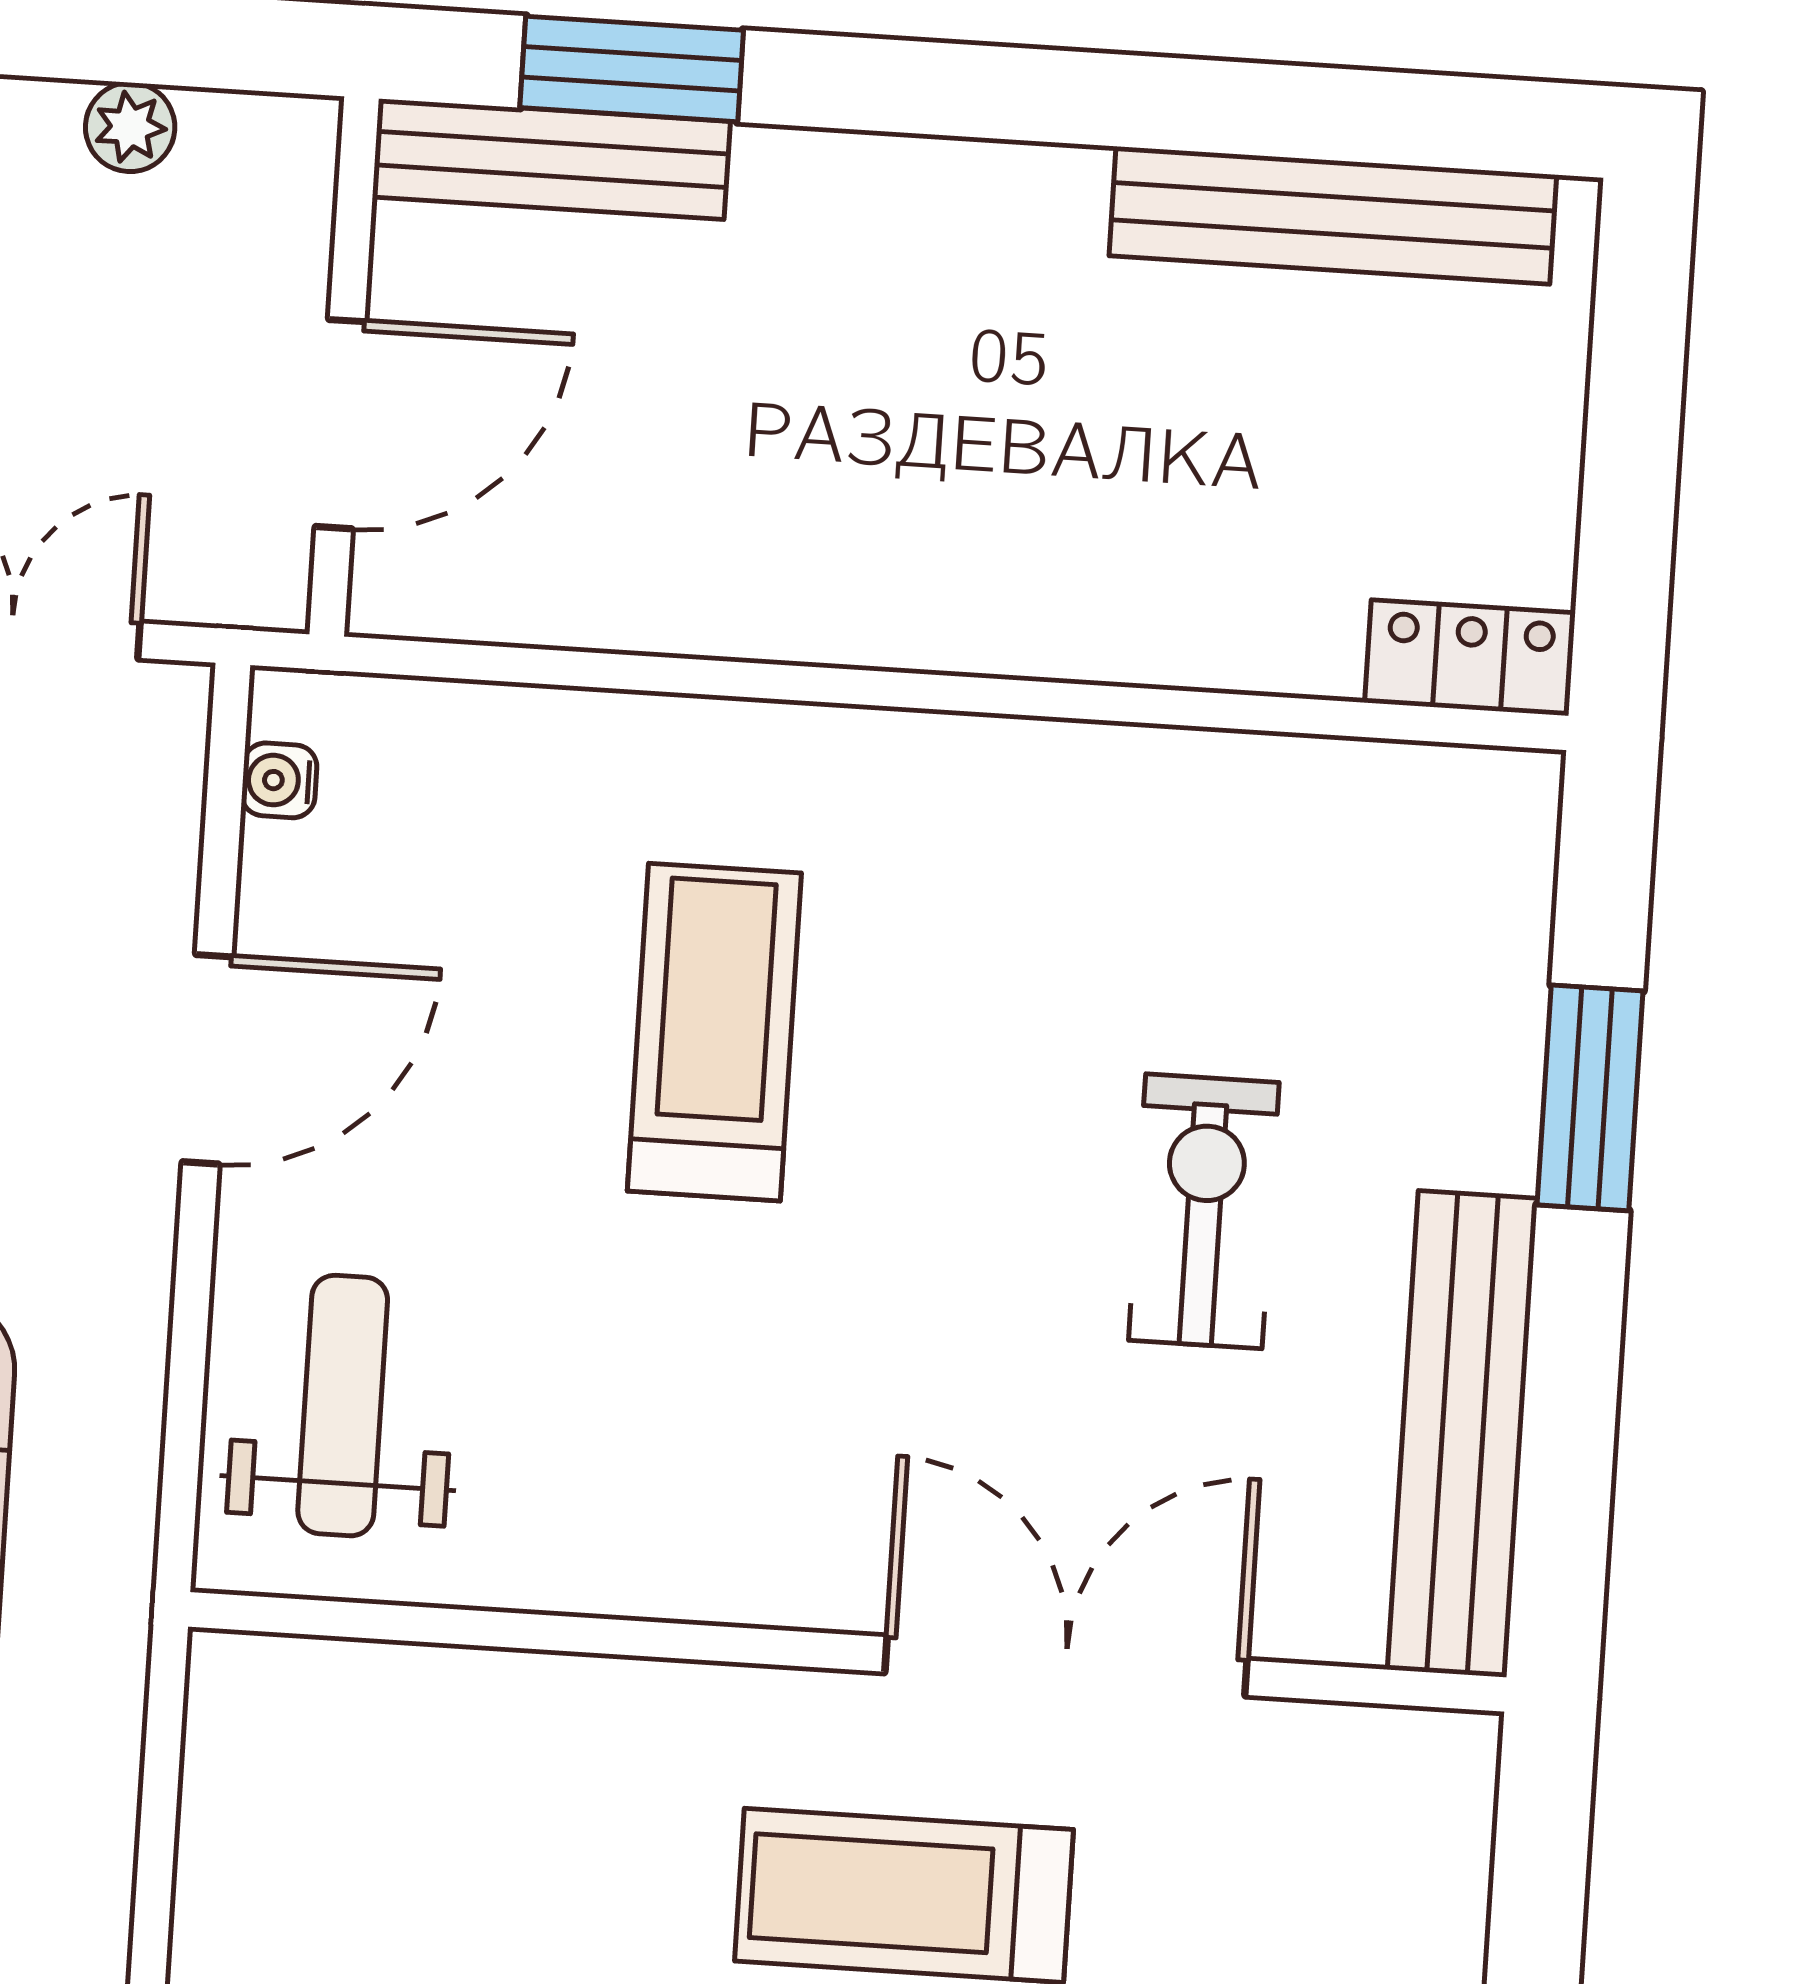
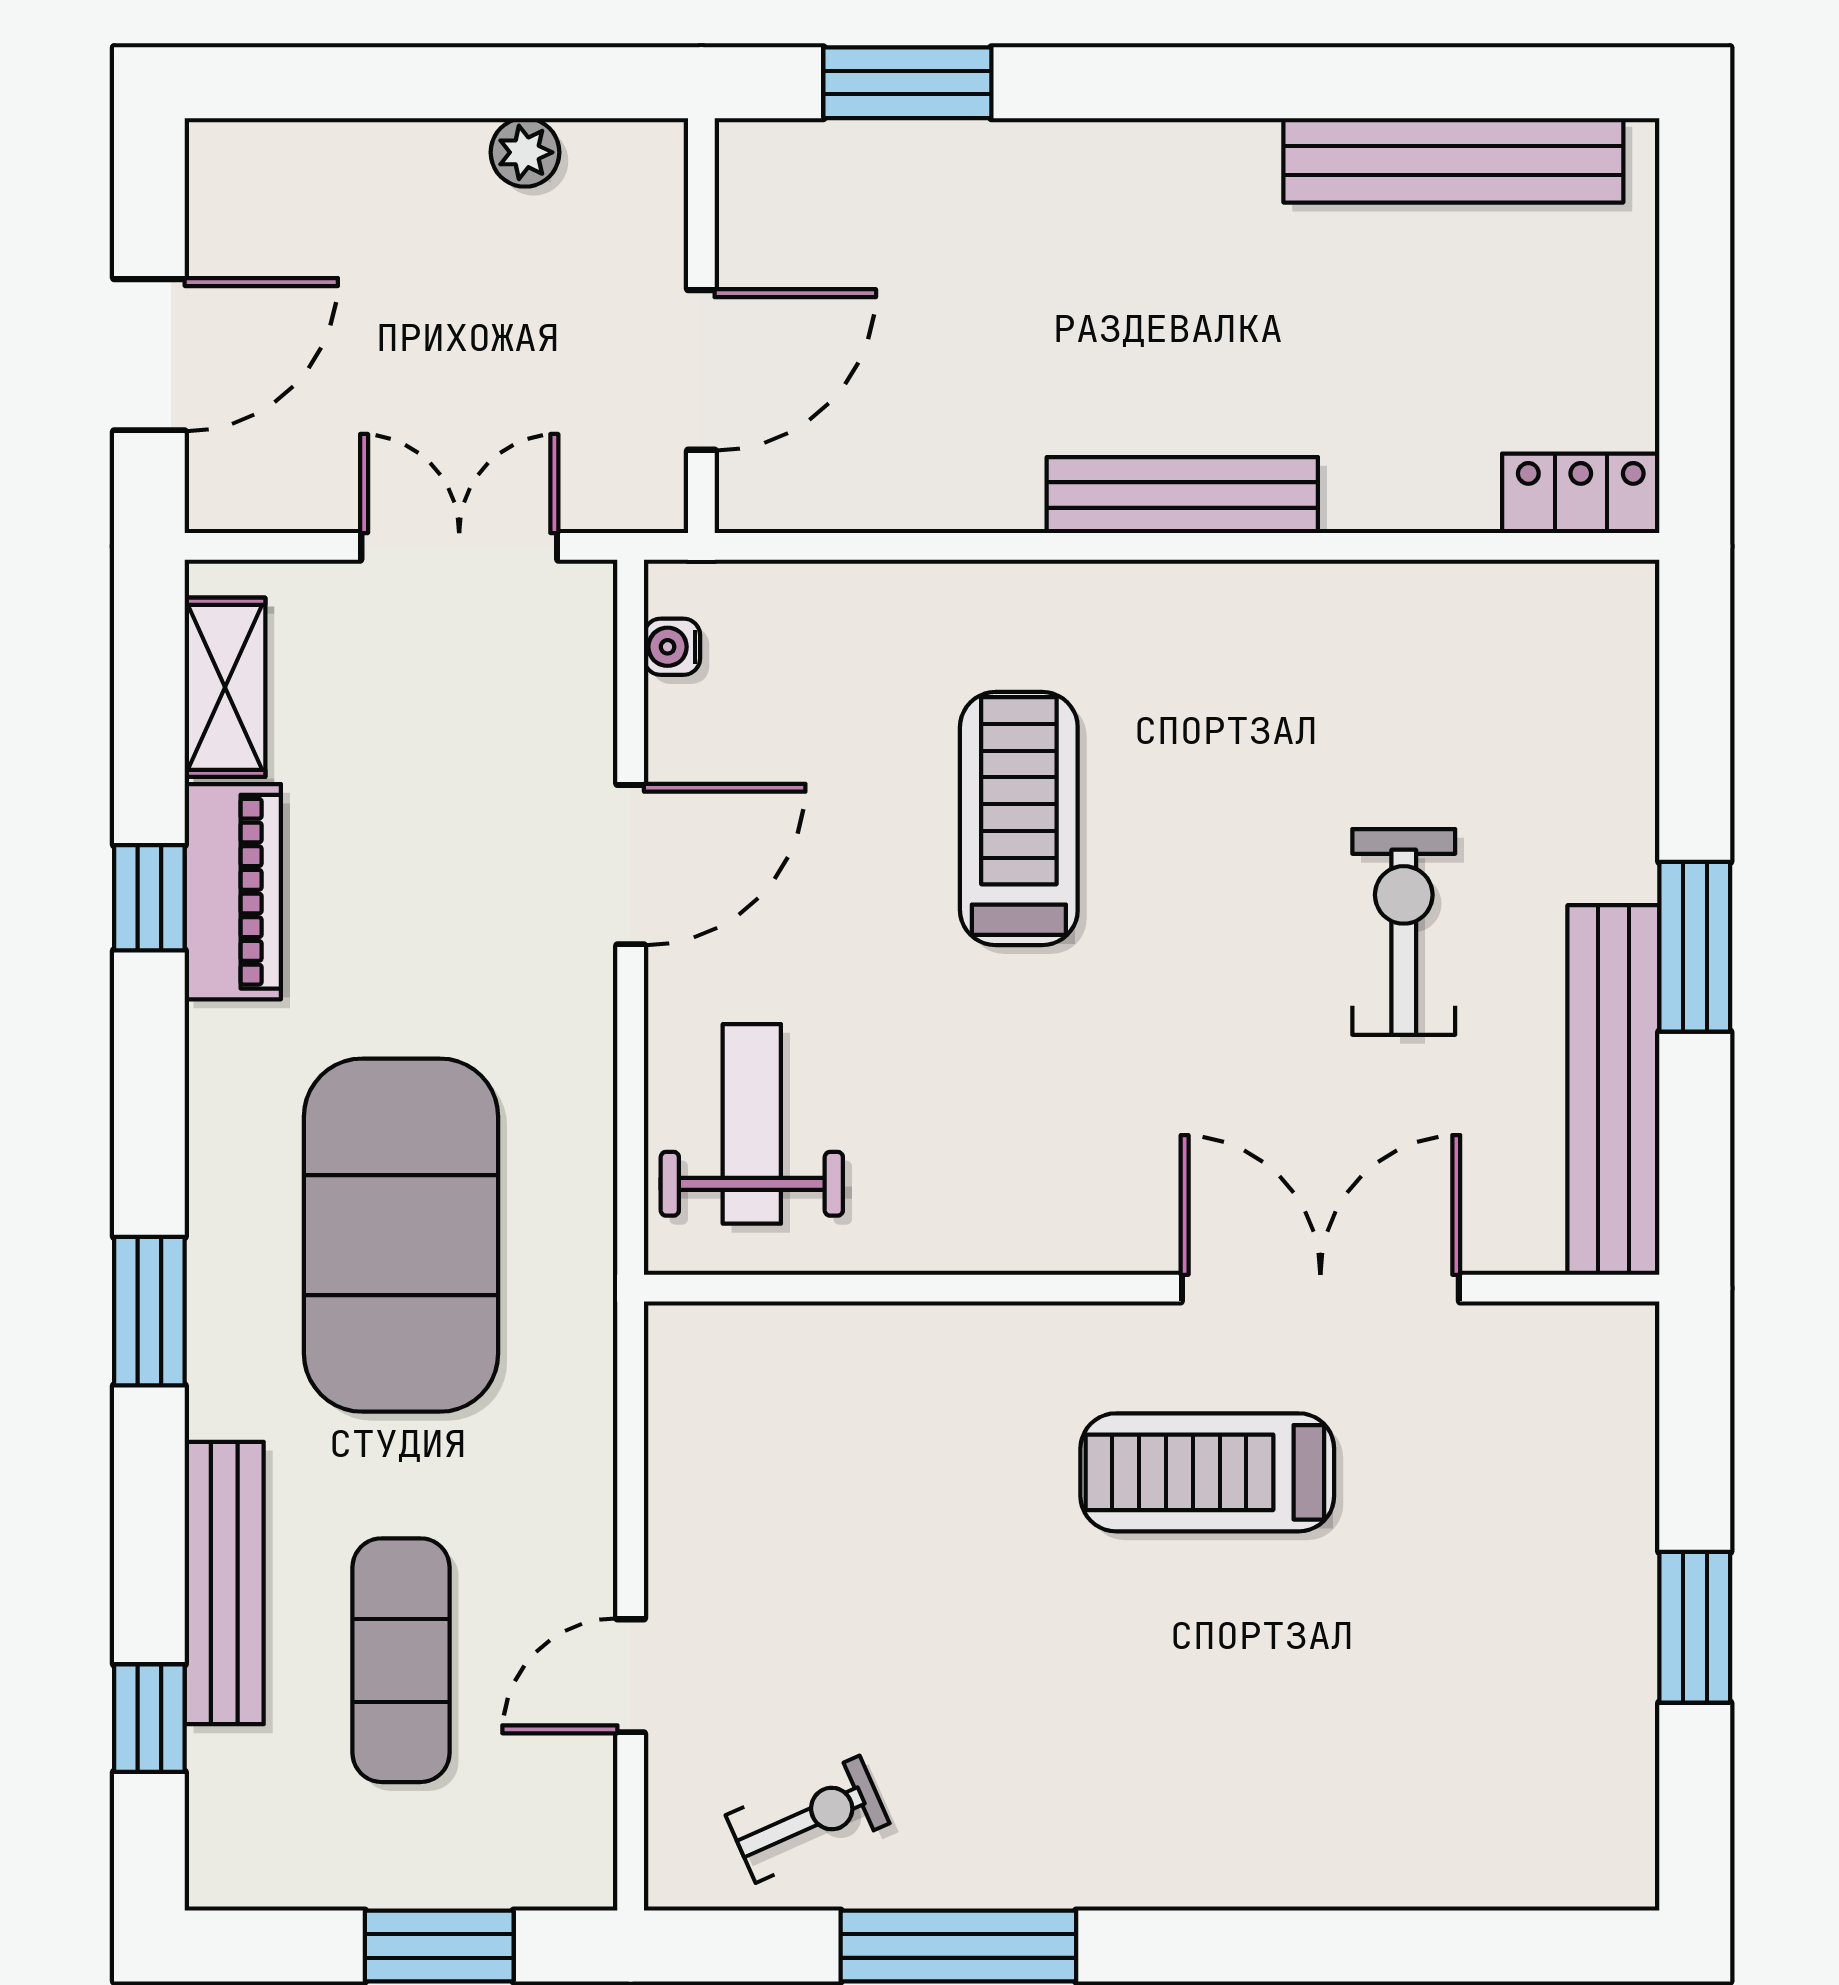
bench: (551, 159) -> (1182, 495), moved
window: (1590, 1098) -> (1695, 947), moved

